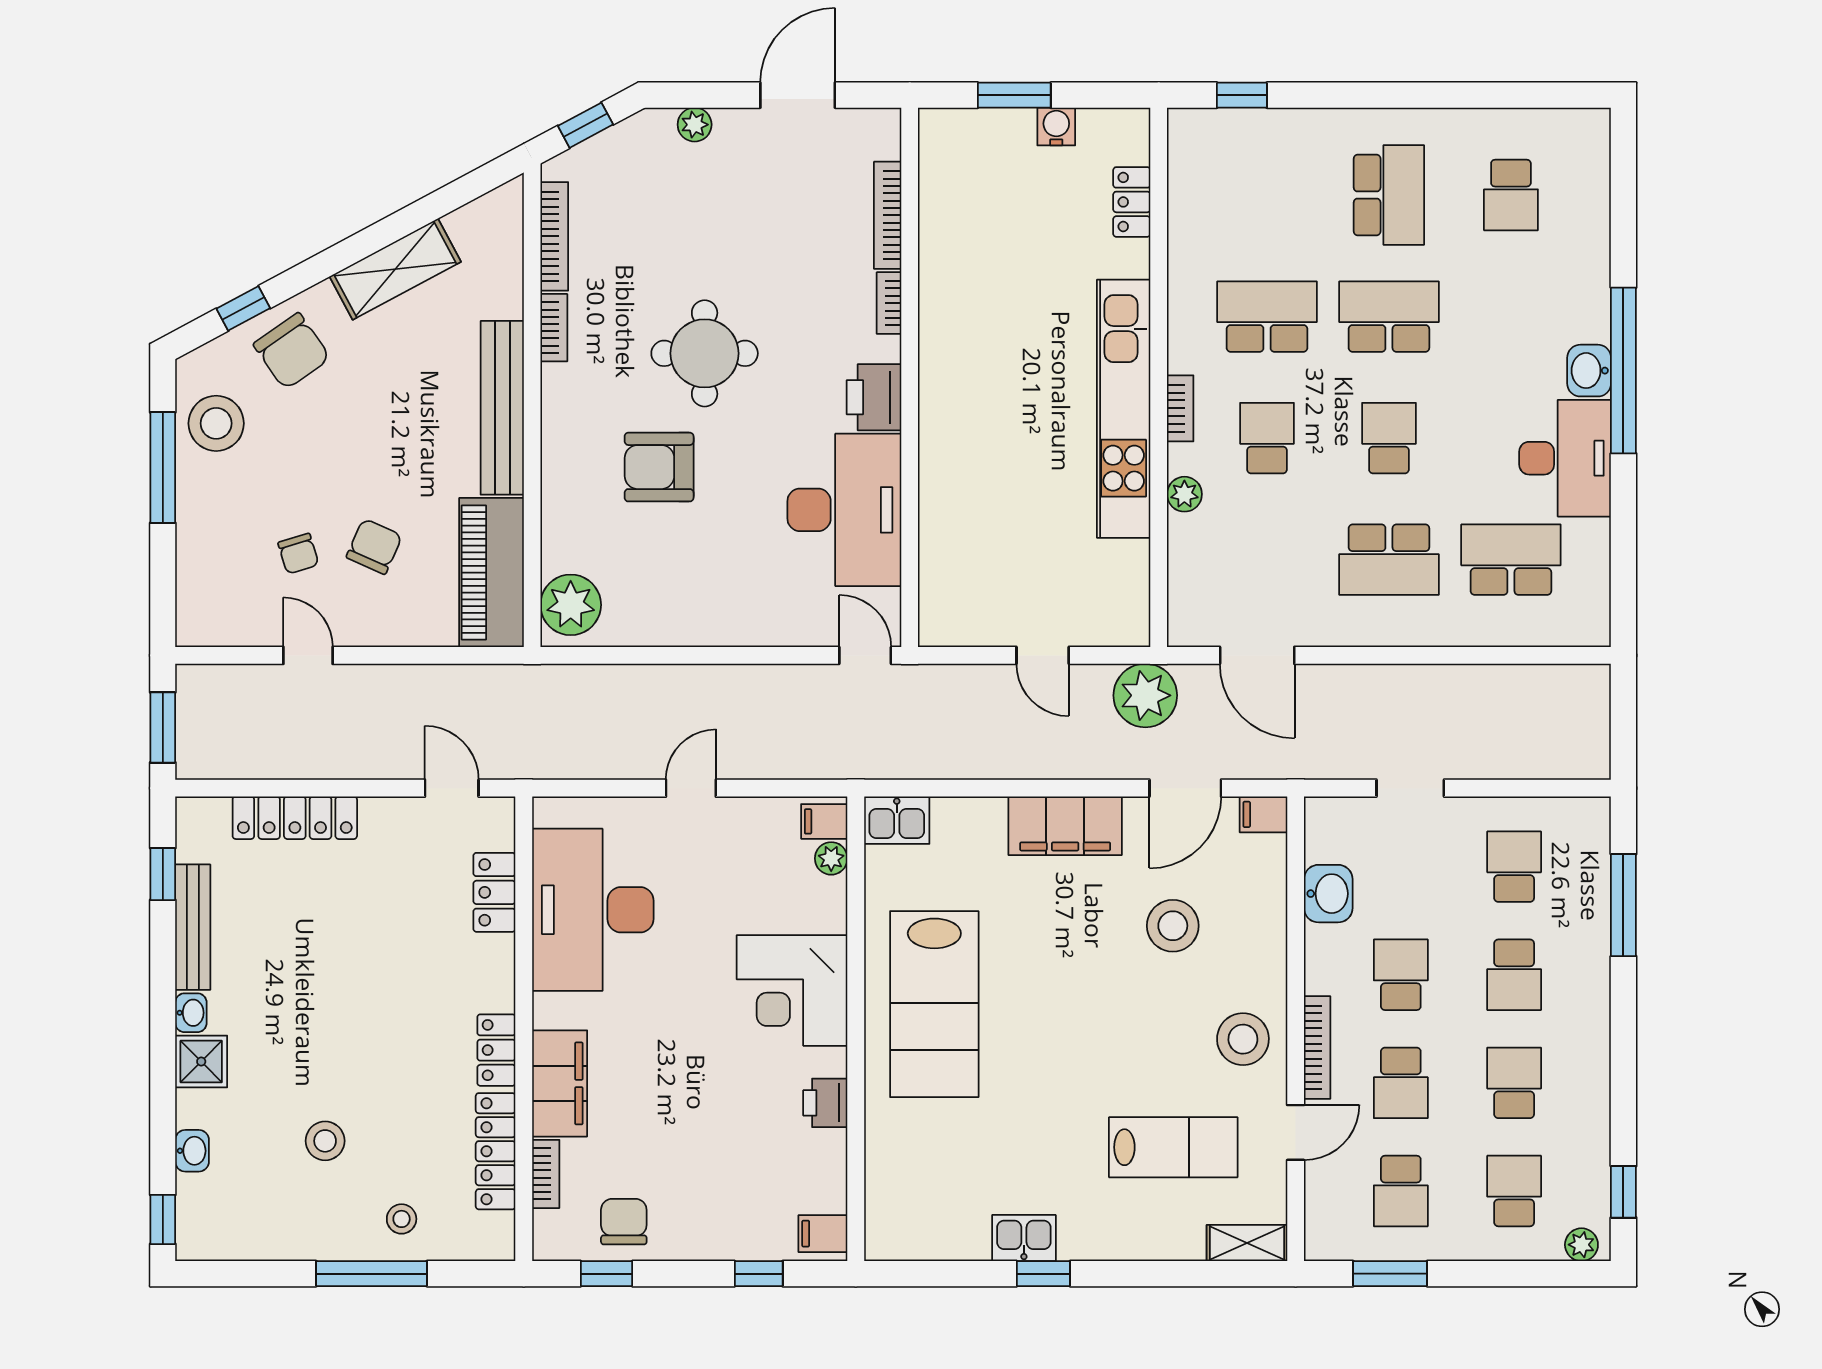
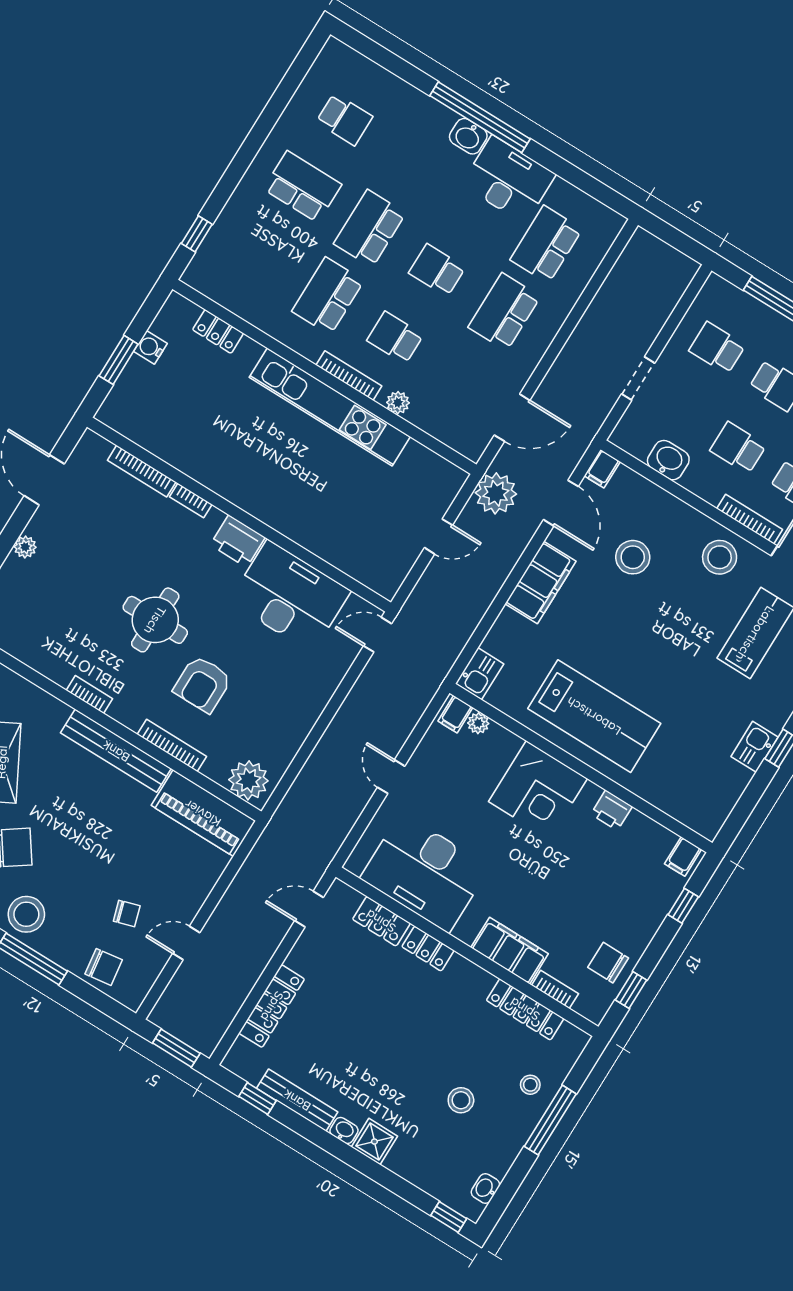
bookcase: (554, 236) -> (172, 745), moved
bookcase: (1180, 408) -> (349, 376), width x1.56
chair: (374, 546) -> (104, 967), moved, turned 148
school desk: (1389, 560) -> (504, 312), turned 180
locker: (496, 1050) -> (428, 949), moved
washbasin: (192, 1151) -> (485, 1188), moved, turned -90

